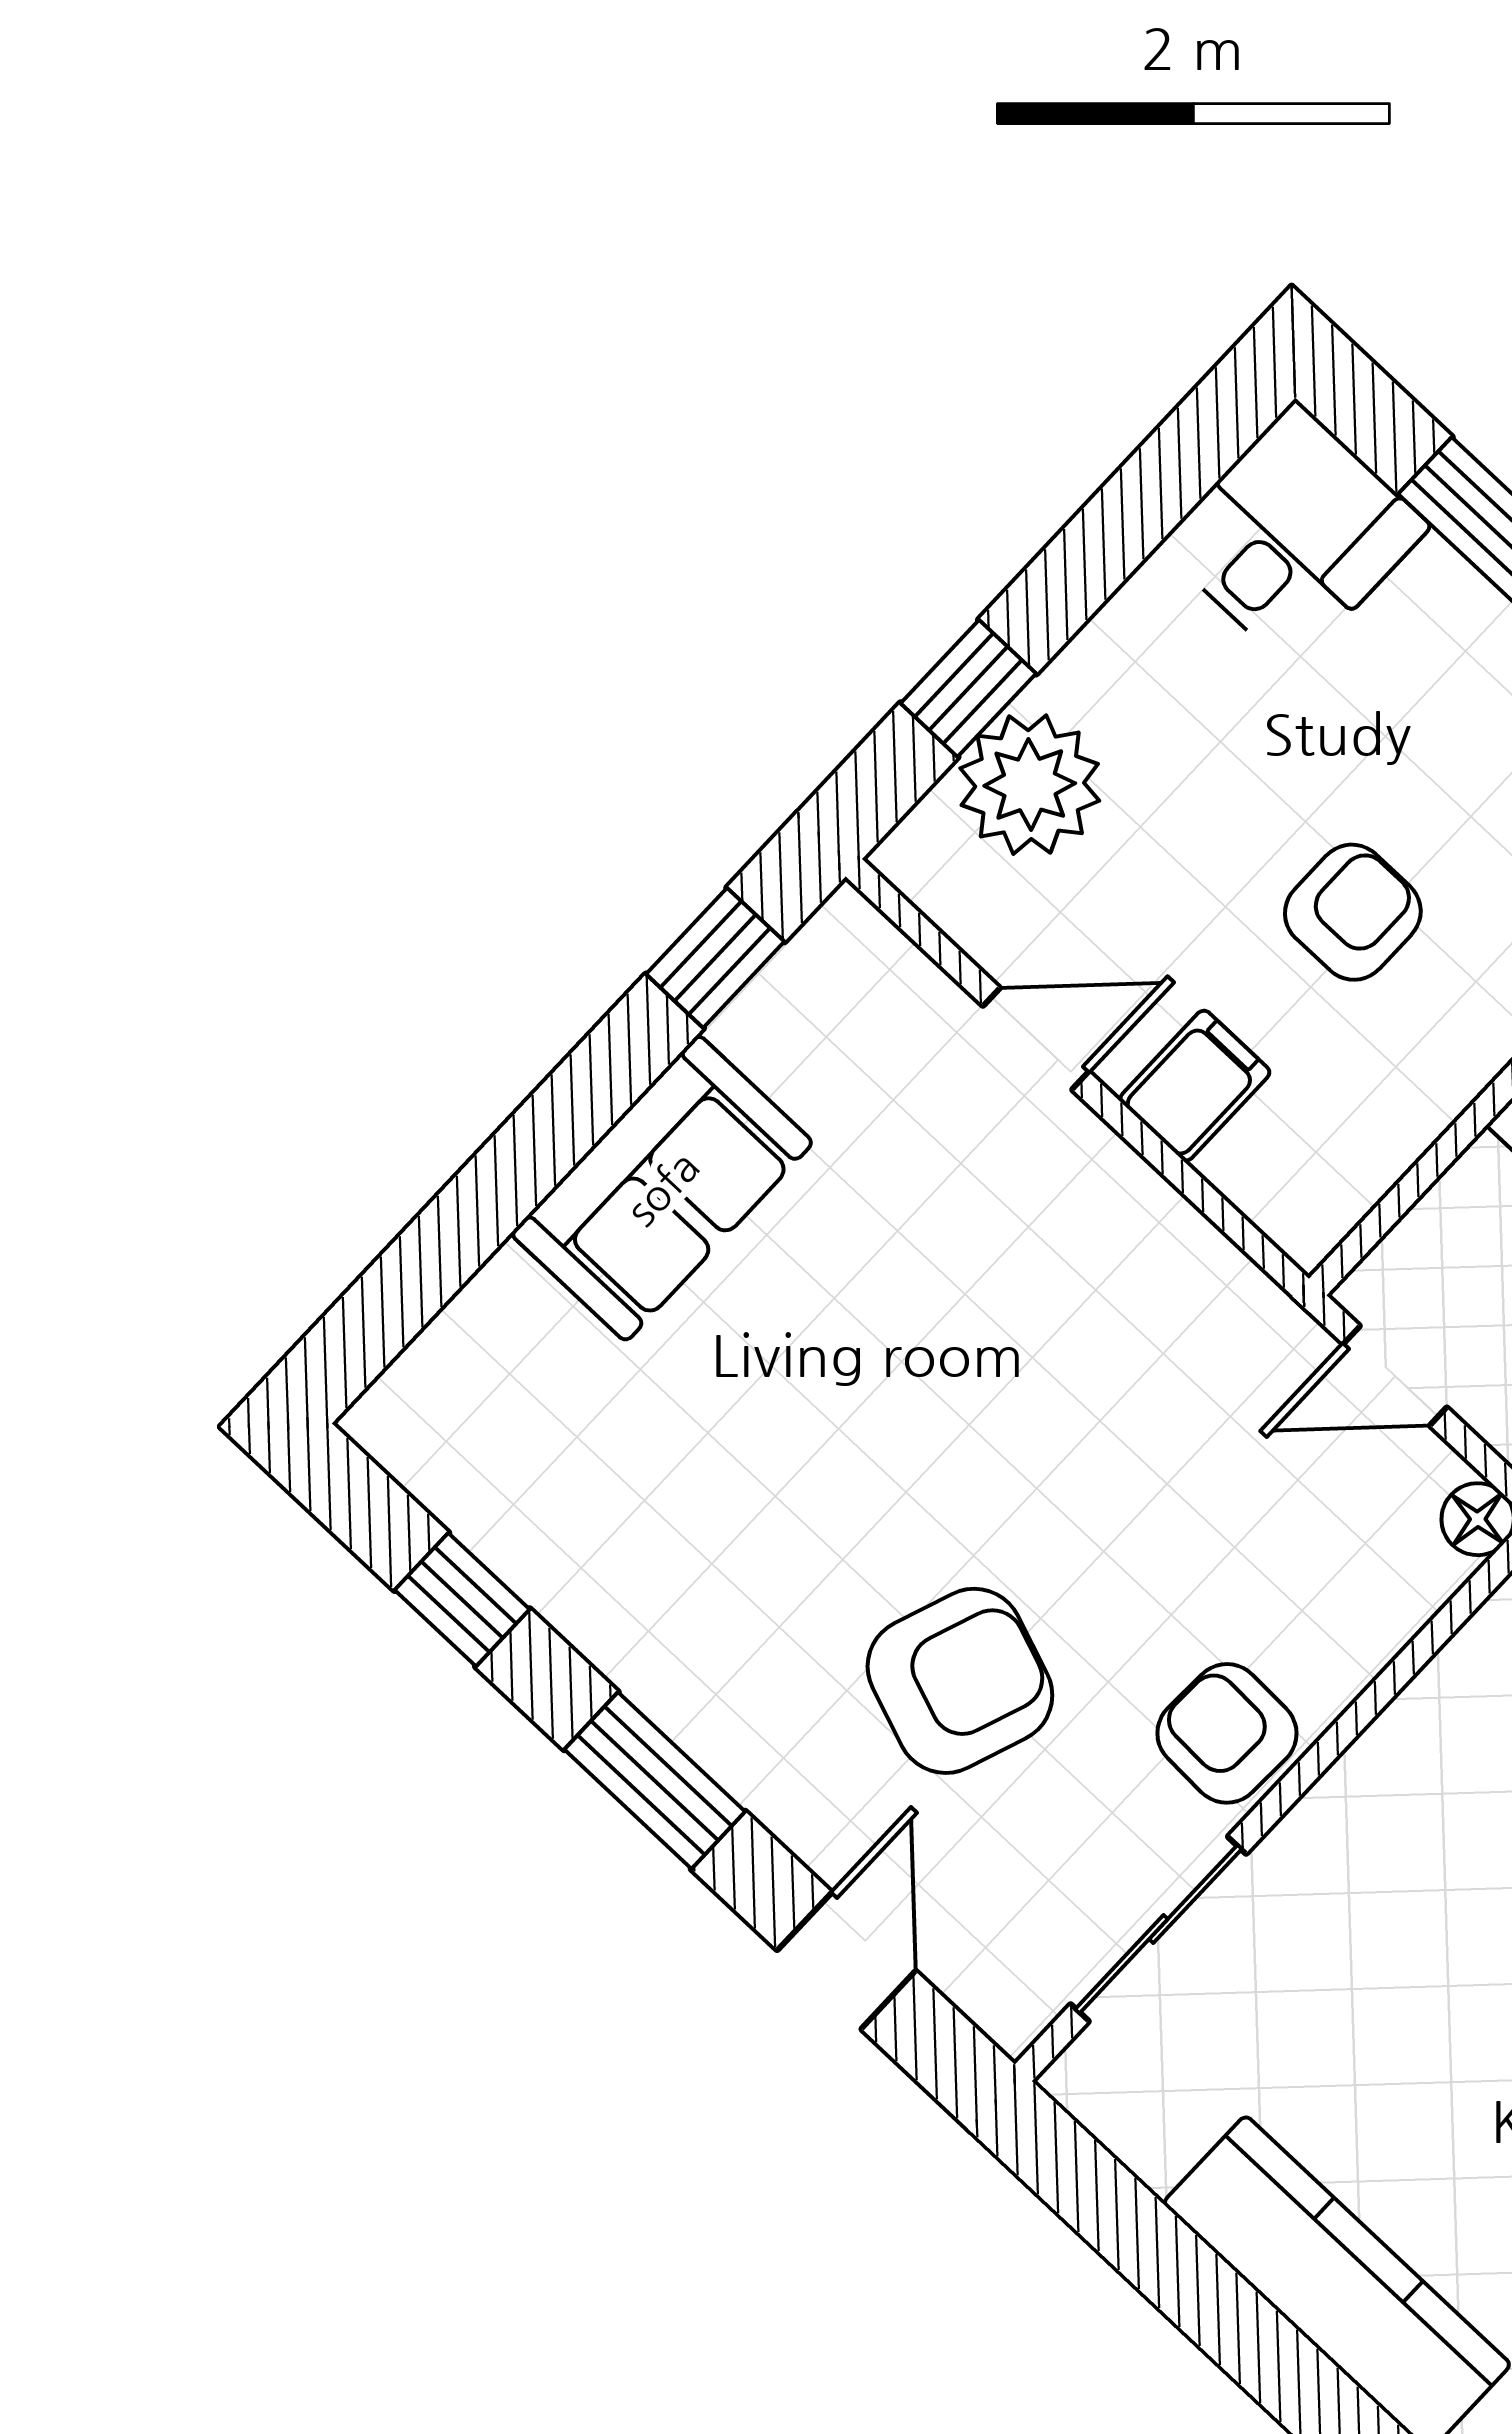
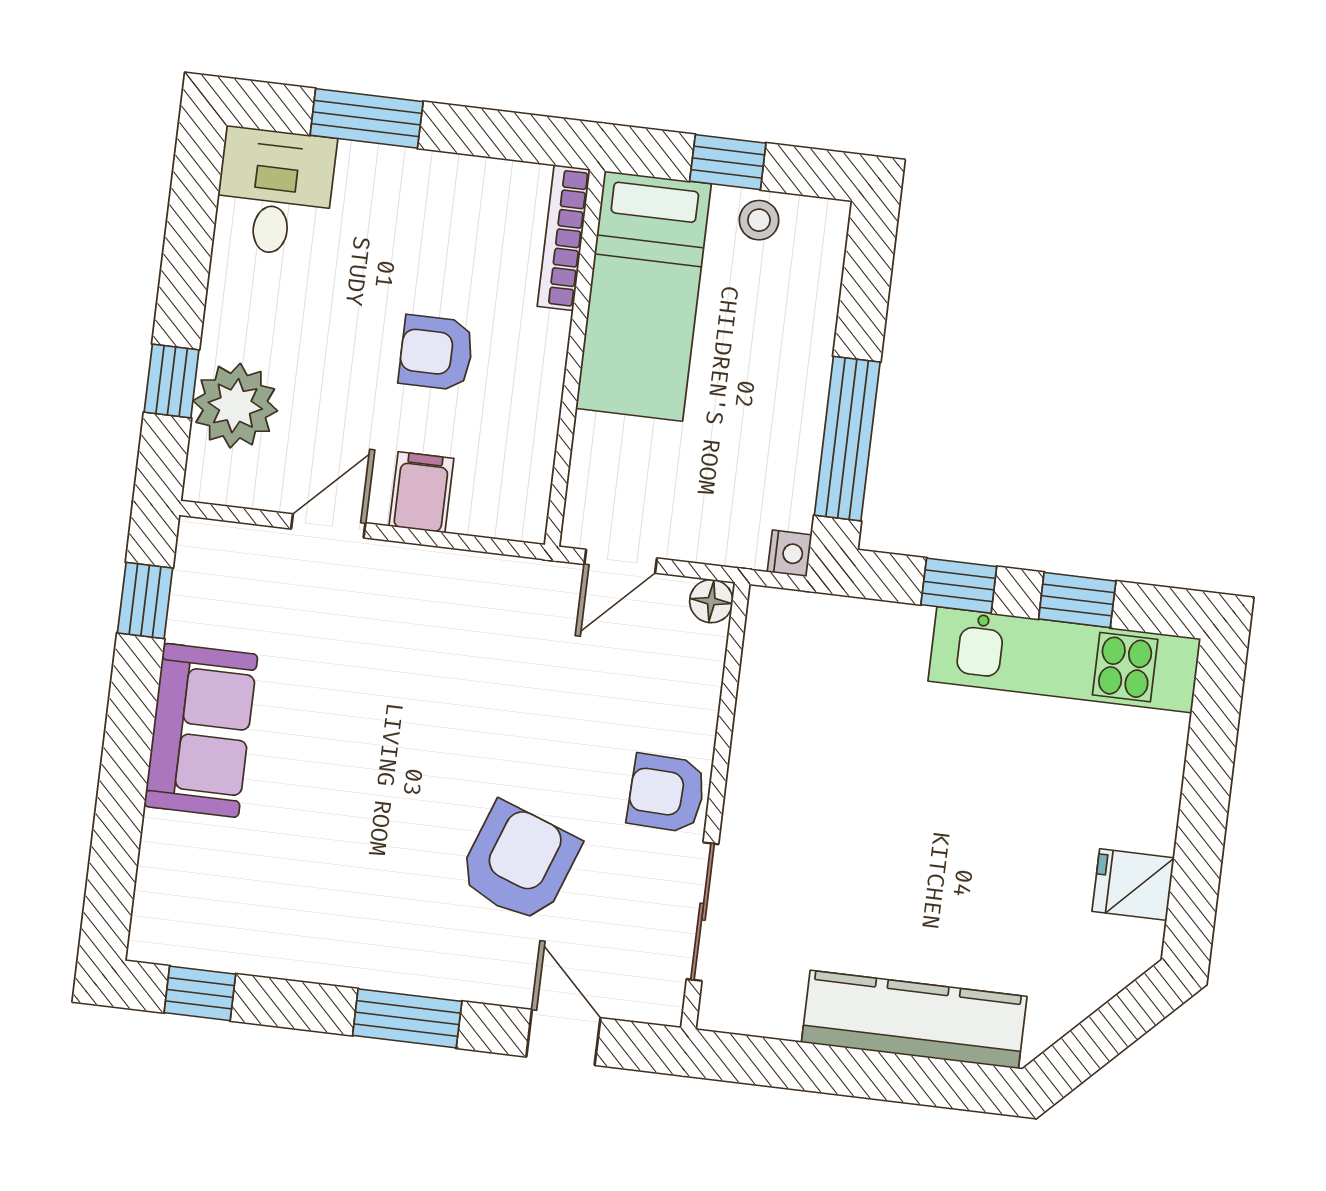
armchair: (1353, 912) -> (436, 353), turned -90
window: (462, 1600) -> (200, 993), moved

